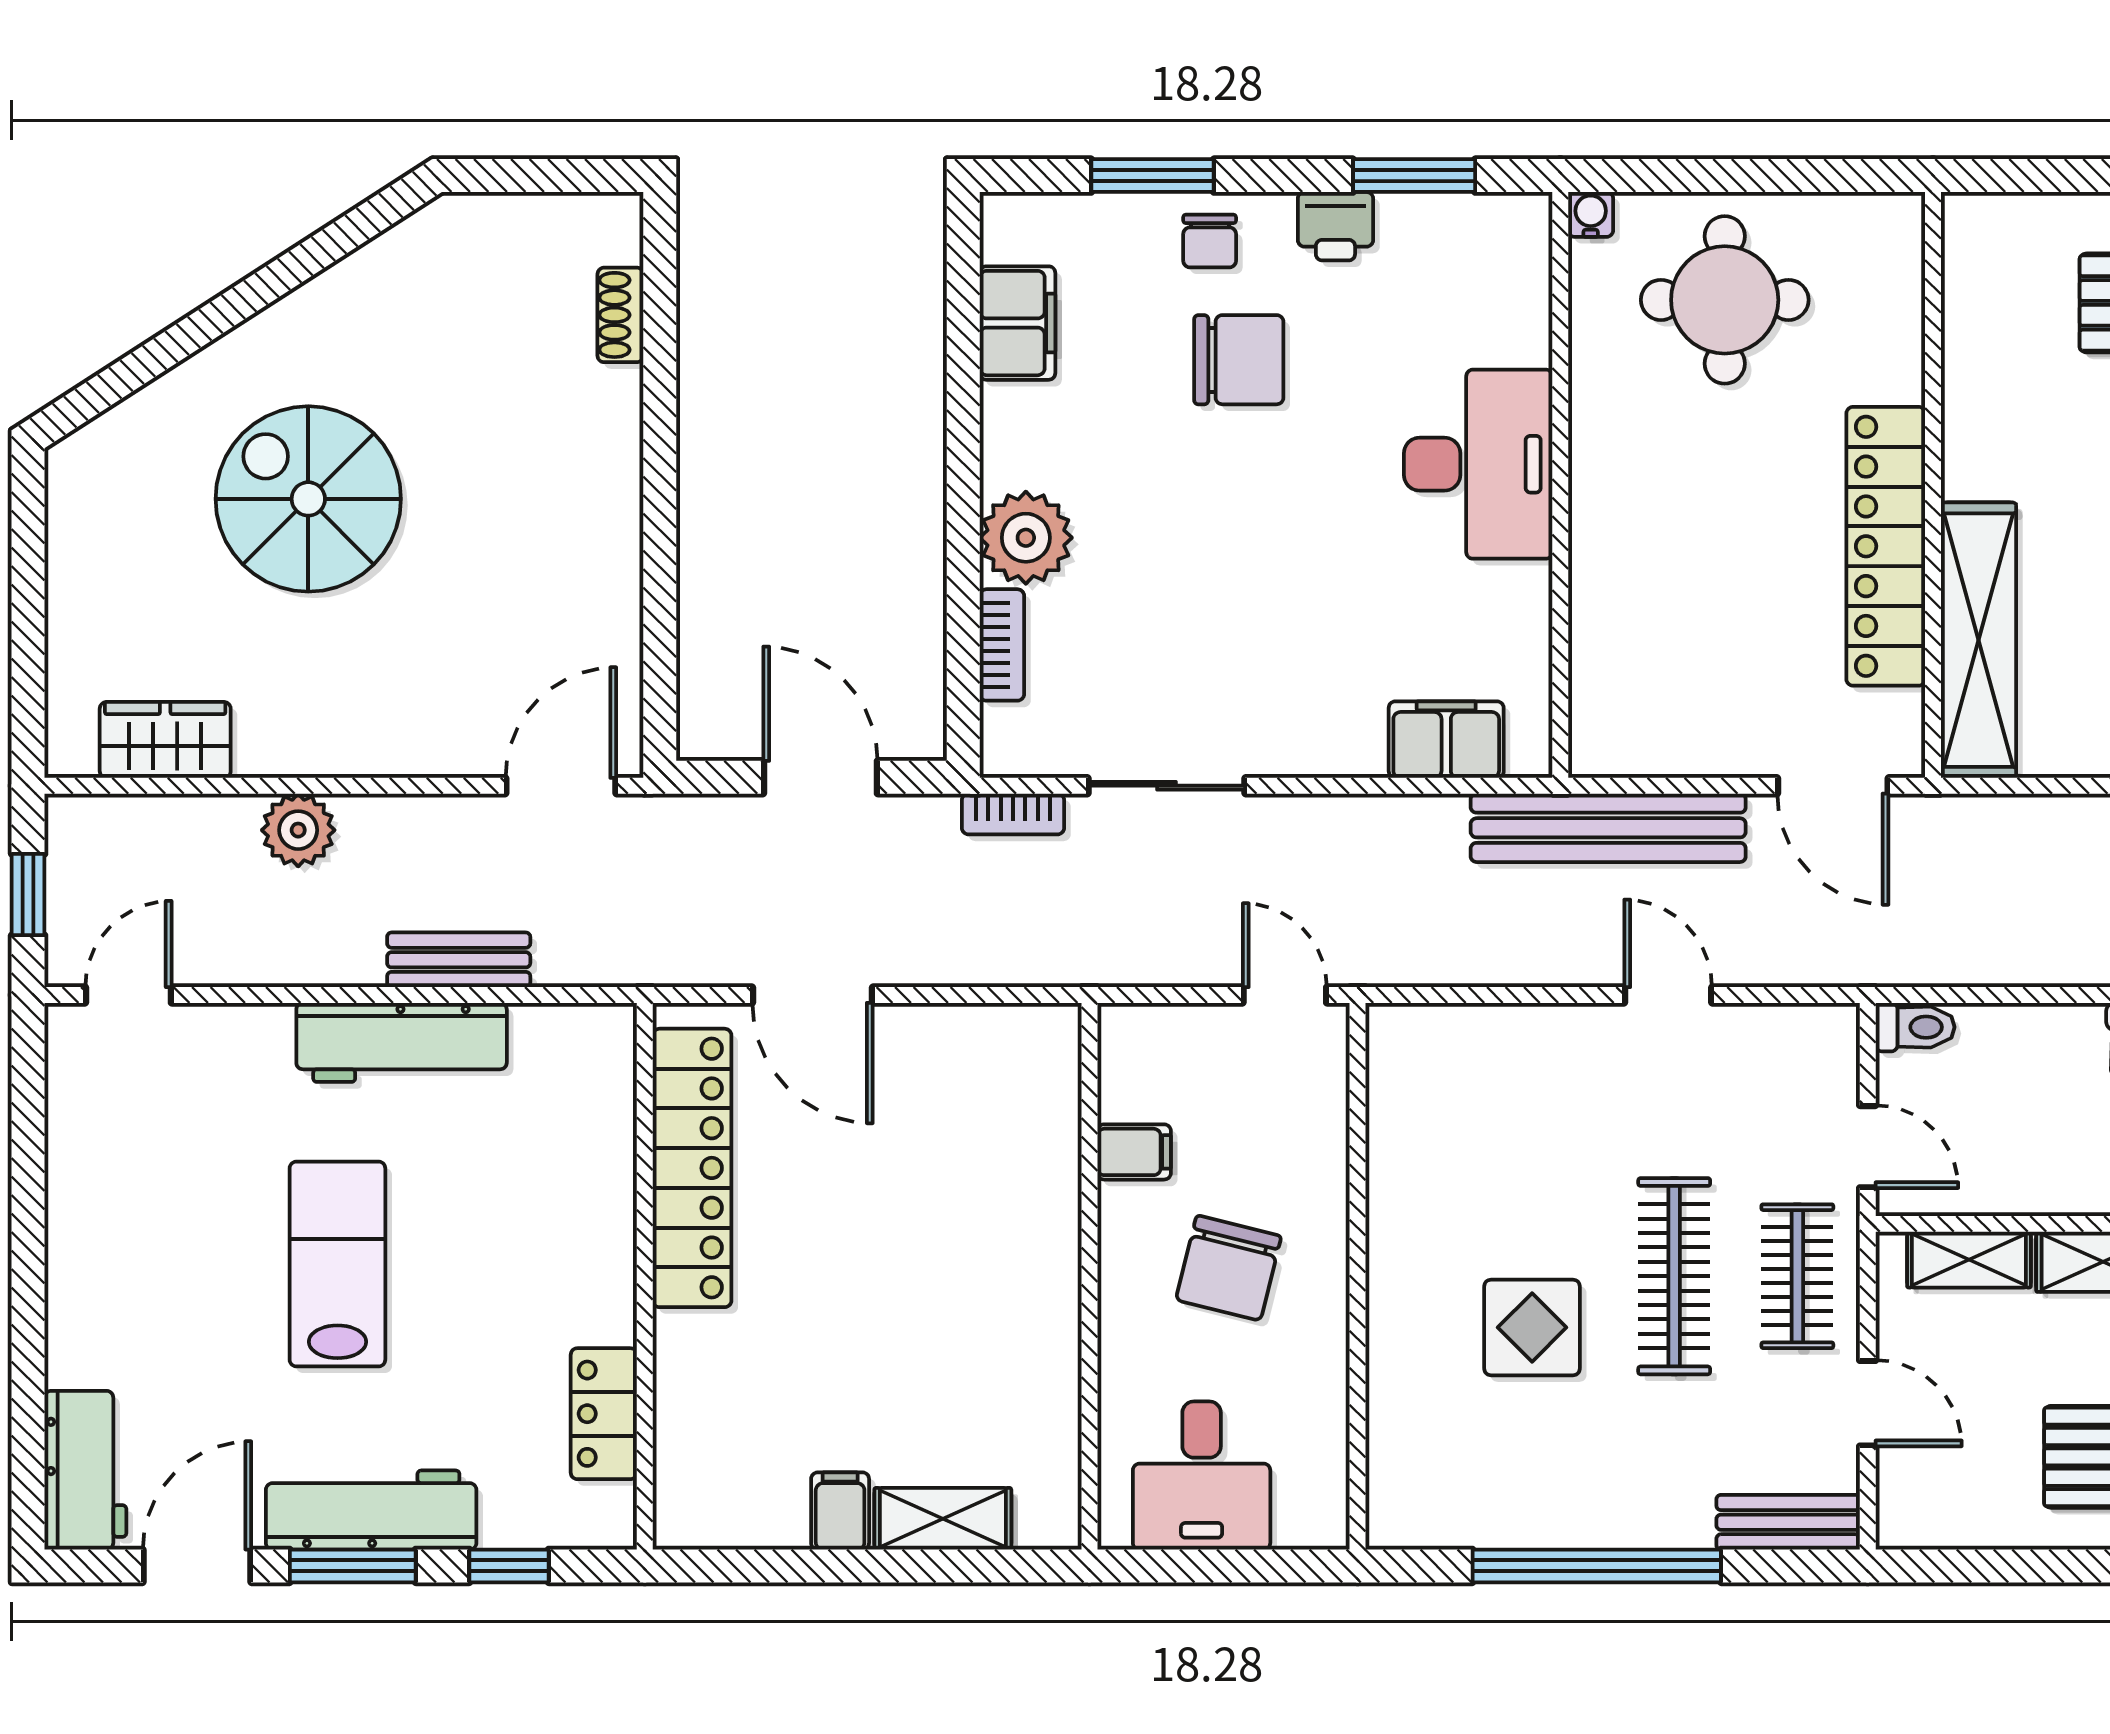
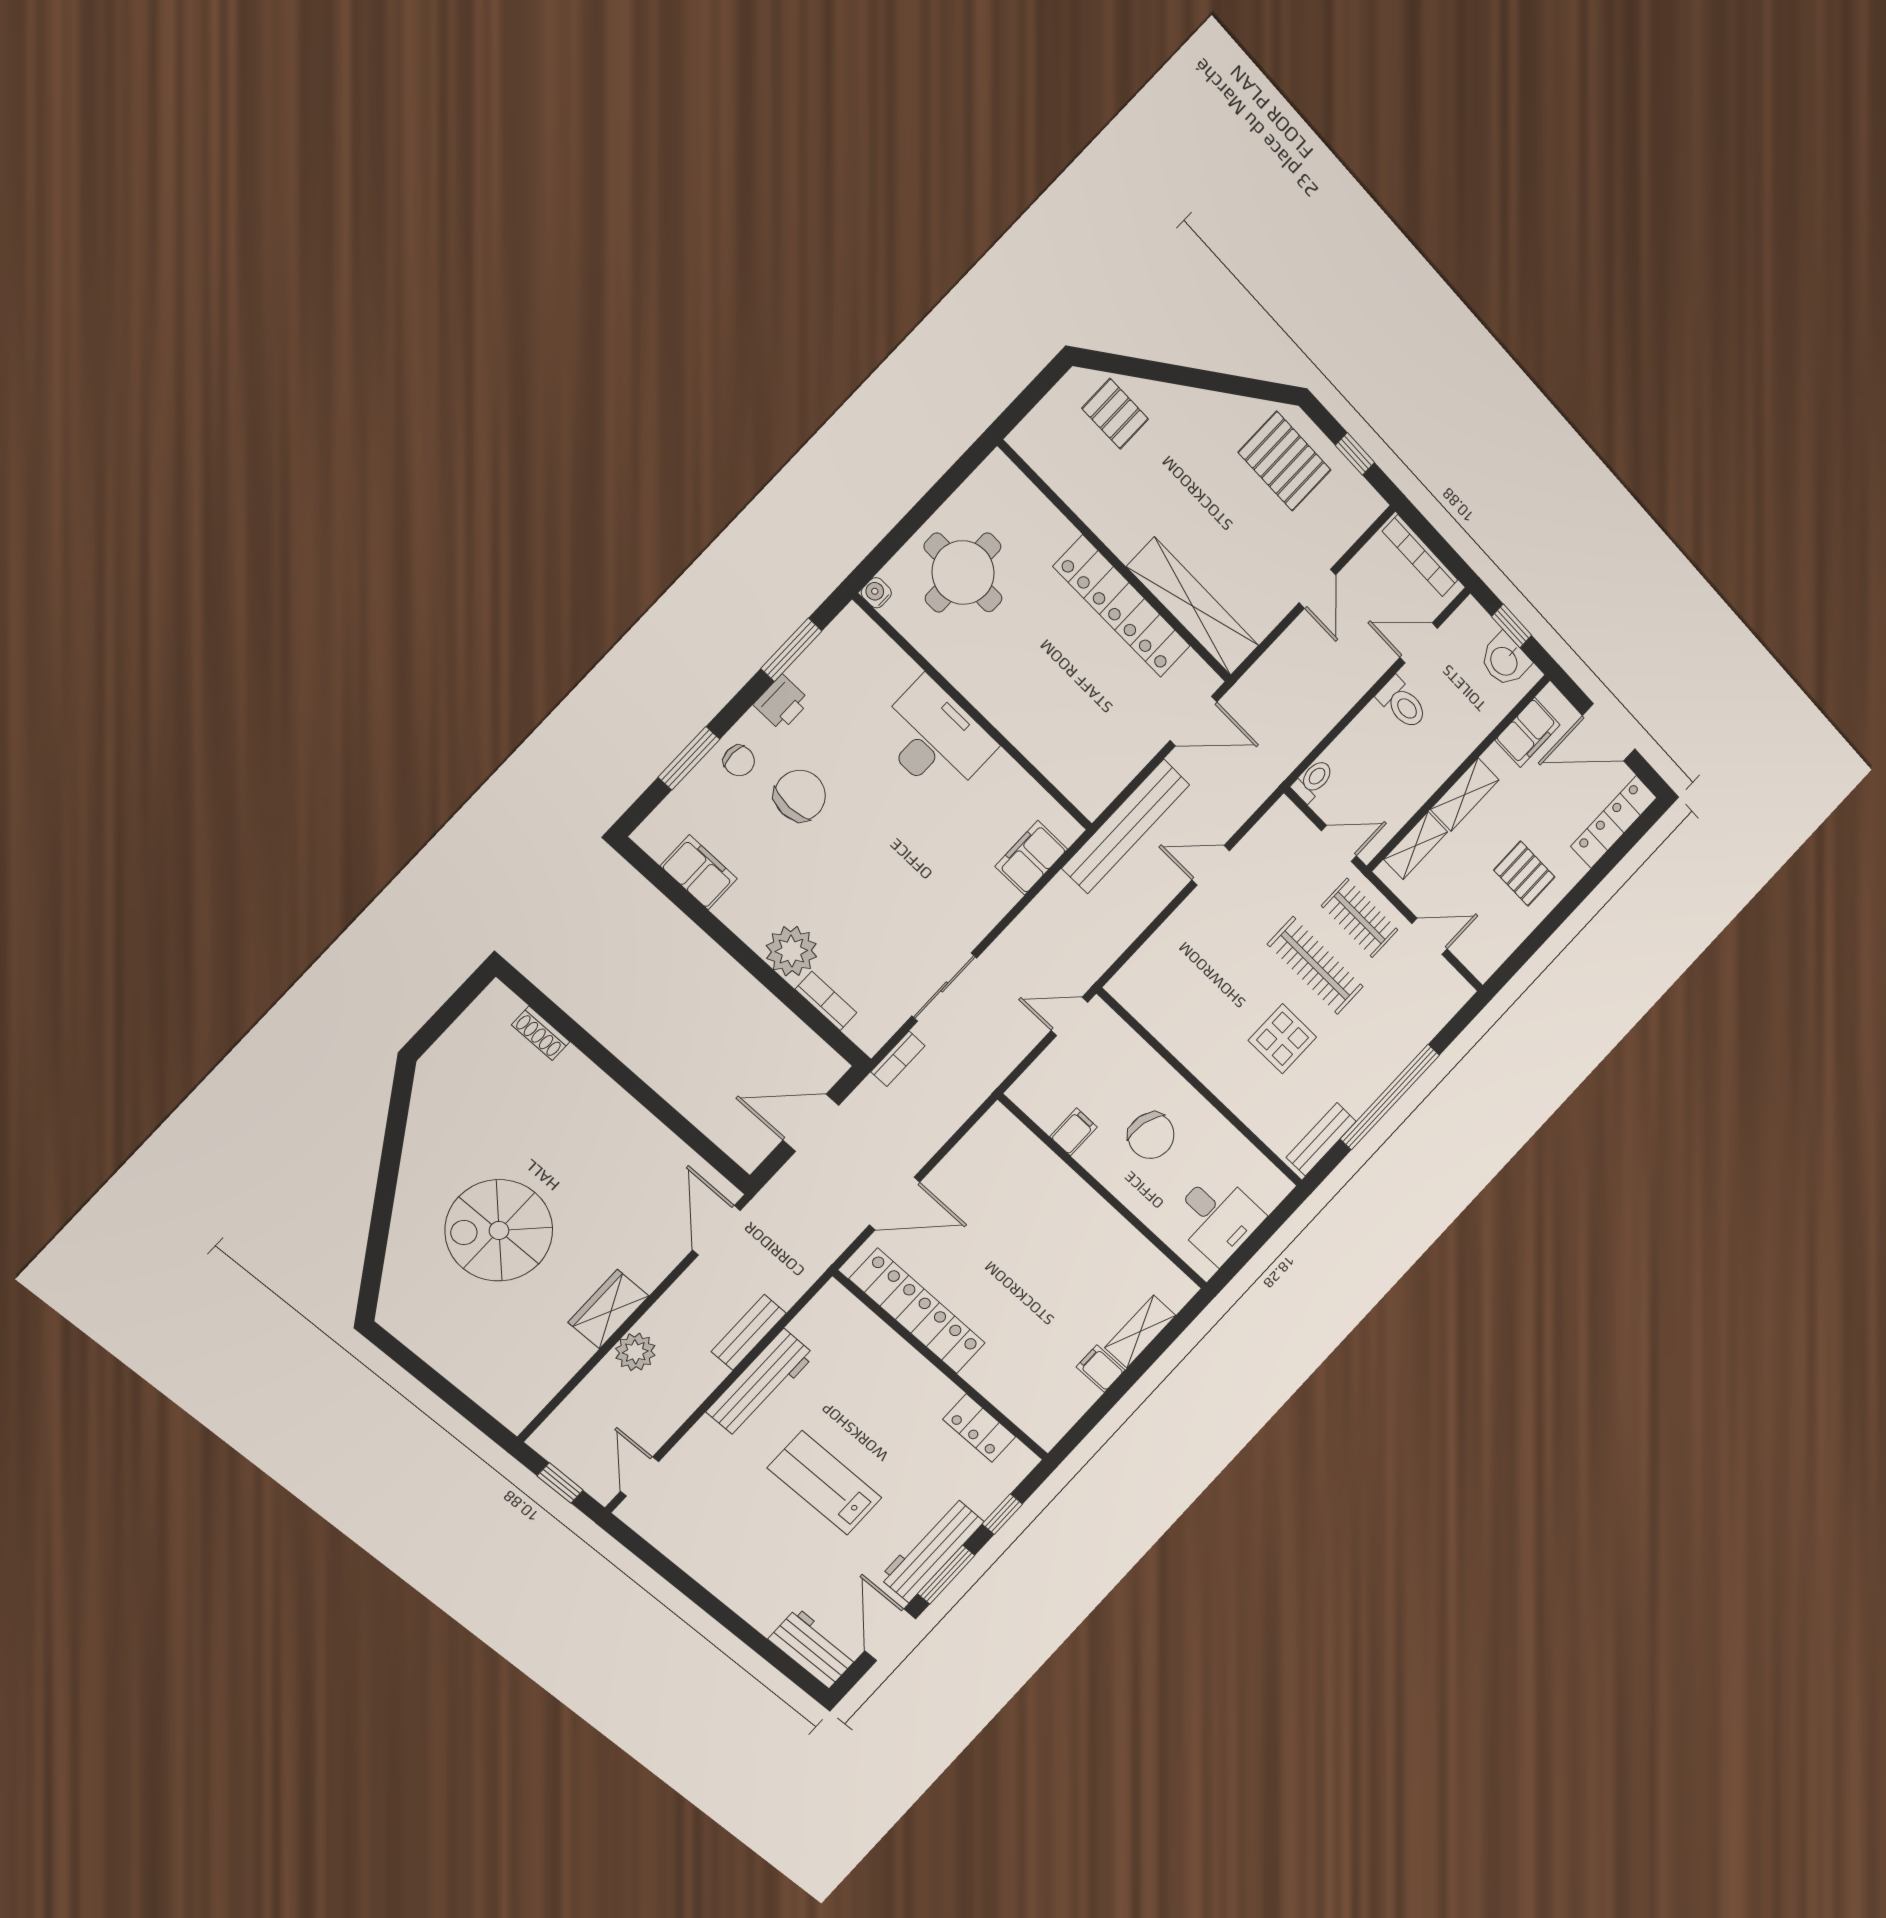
wardrobe: (165, 740) -> (608, 1309), moved
bench: (1788, 1522) -> (1321, 1139), moved

